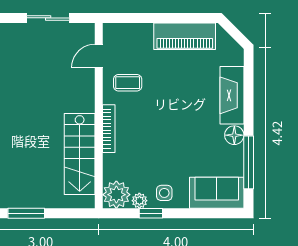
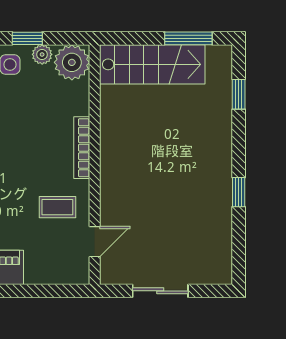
stairs: (80, 154) -> (152, 64), moved, turned 90

